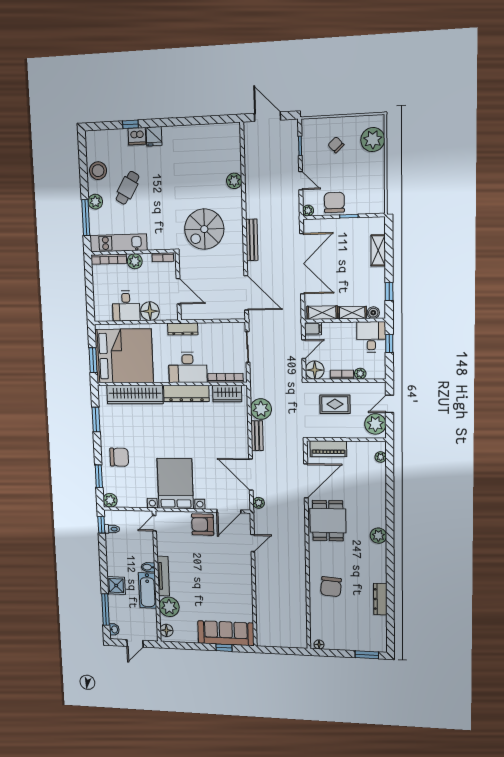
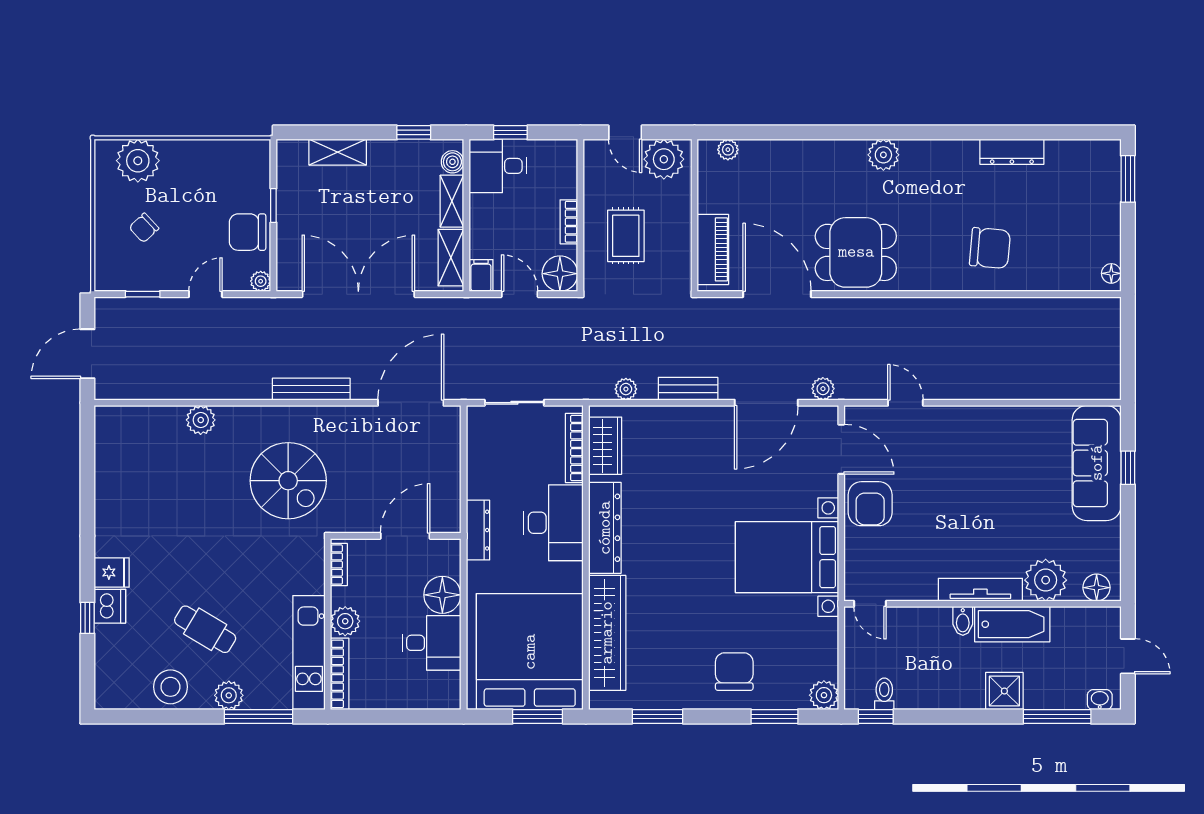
plant: (360, 374) -> (567, 187), removed
plant: (261, 409) -> (626, 389), width x0.53, depth x0.53

